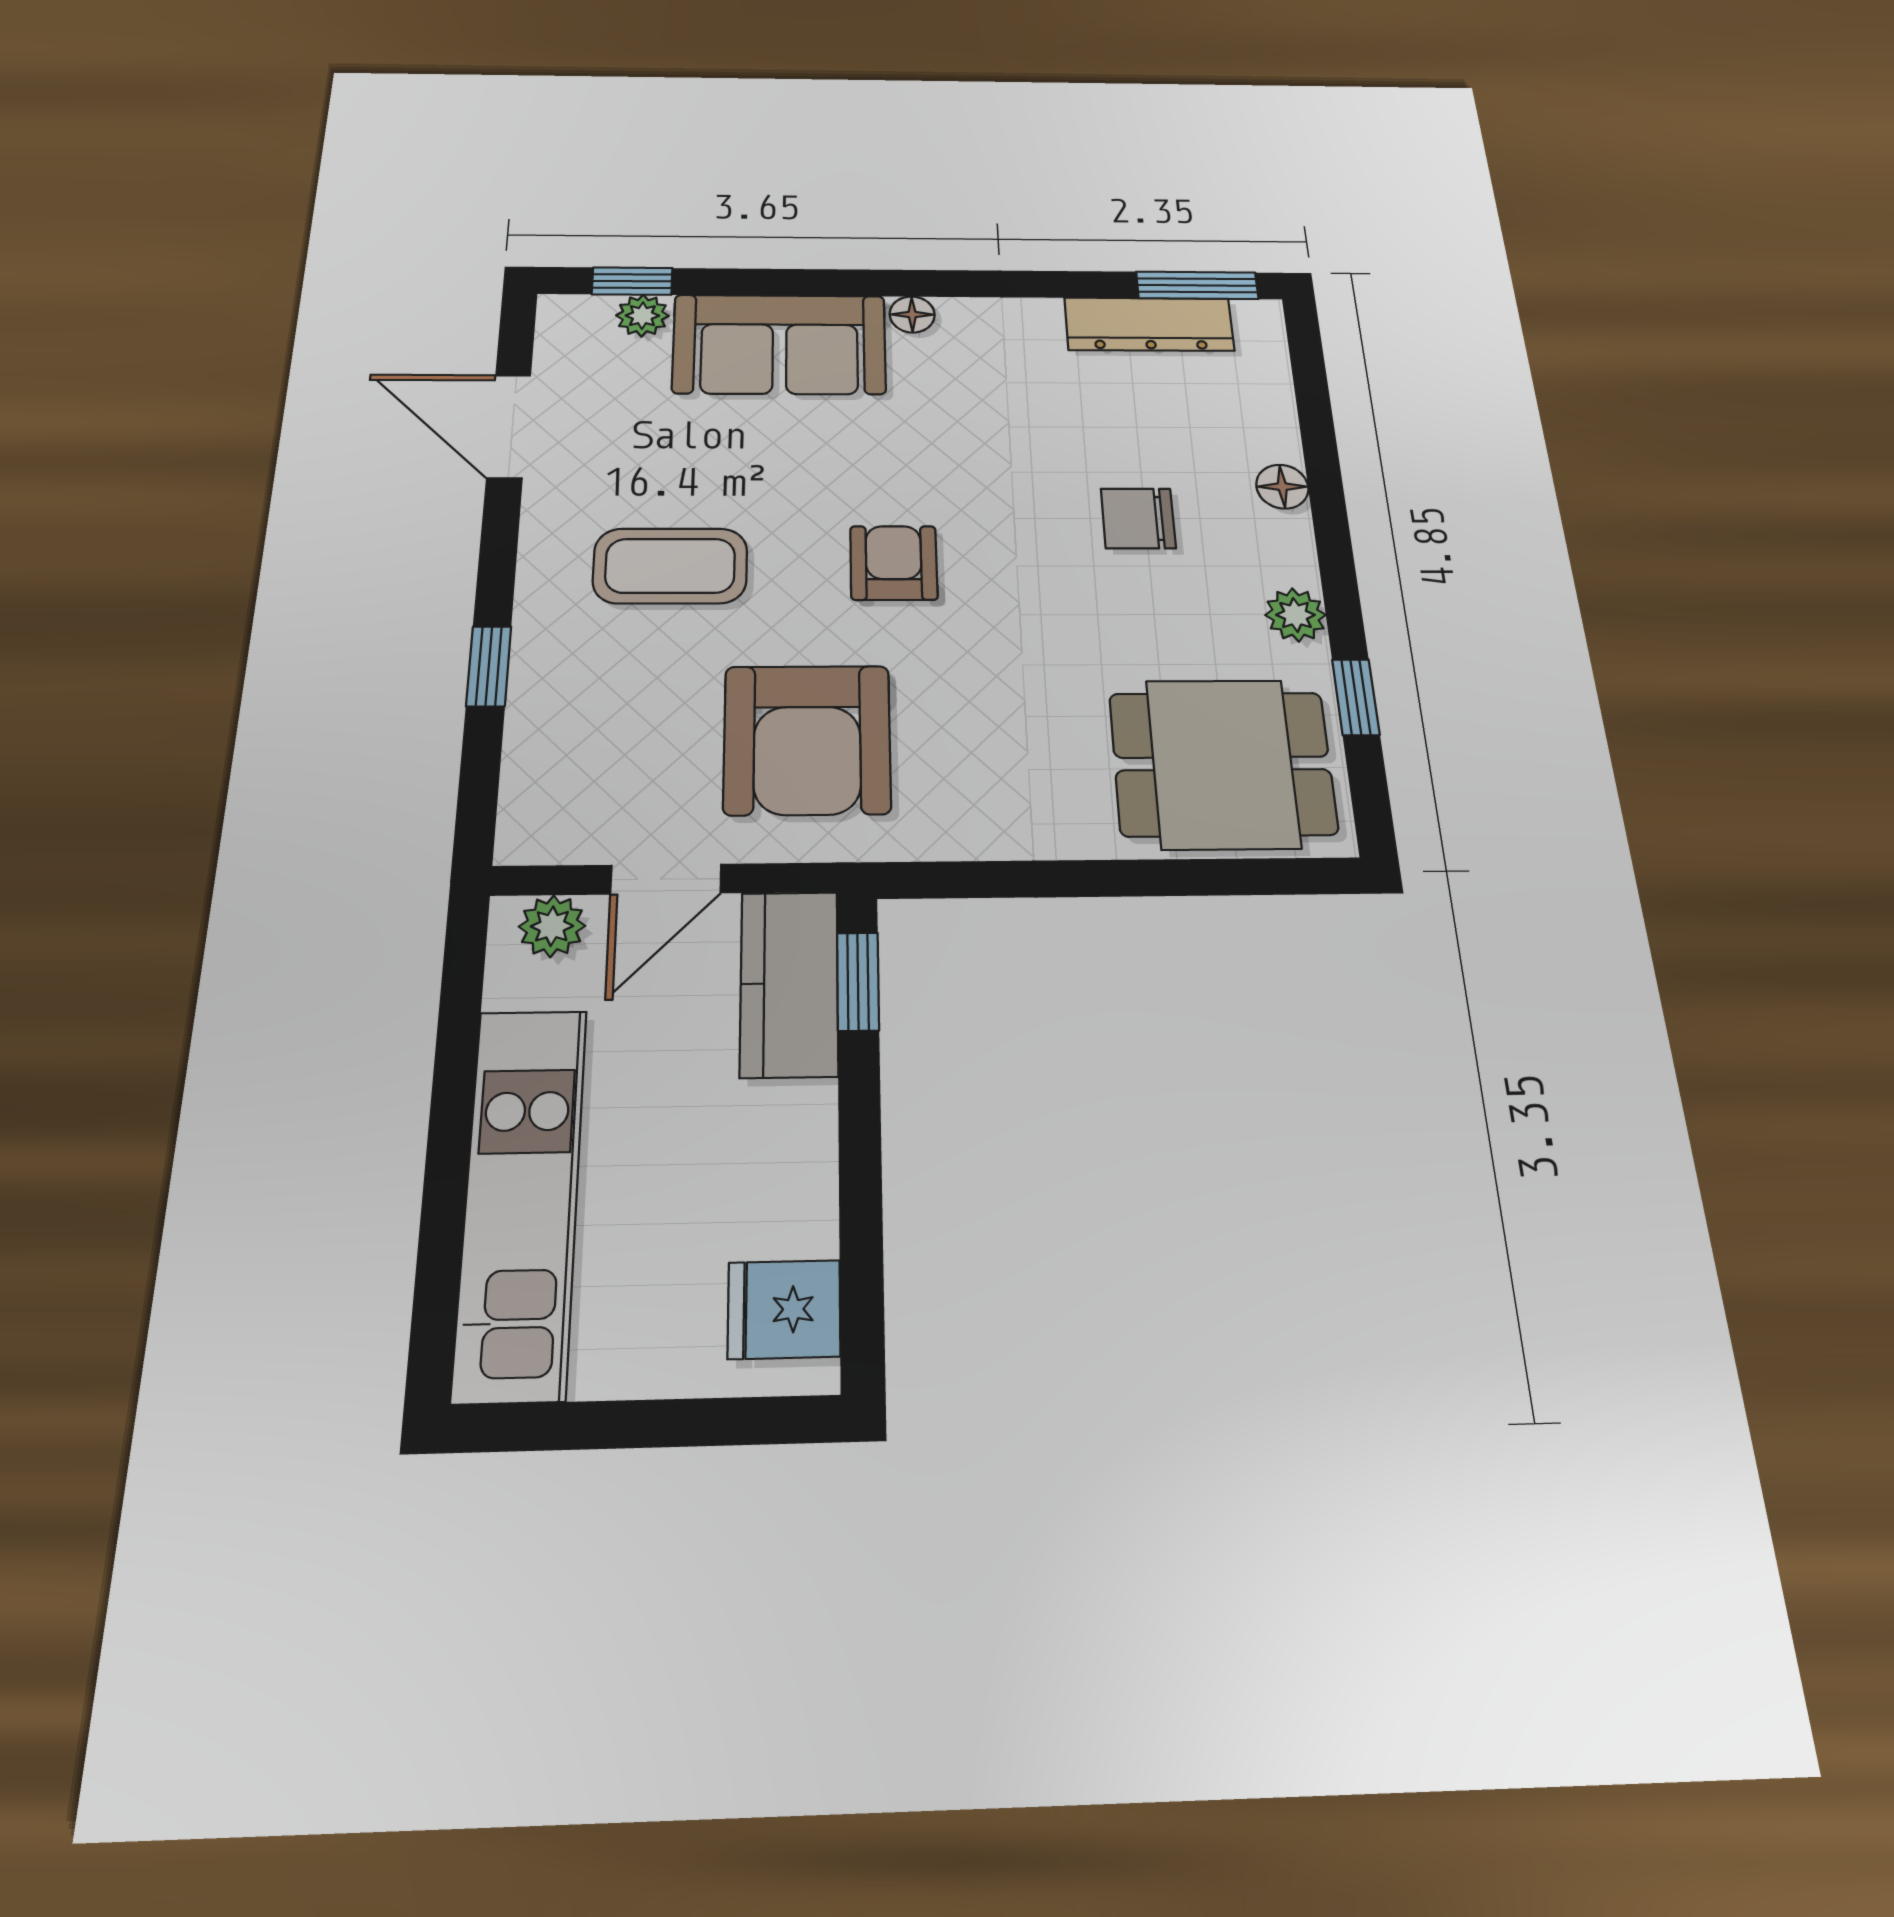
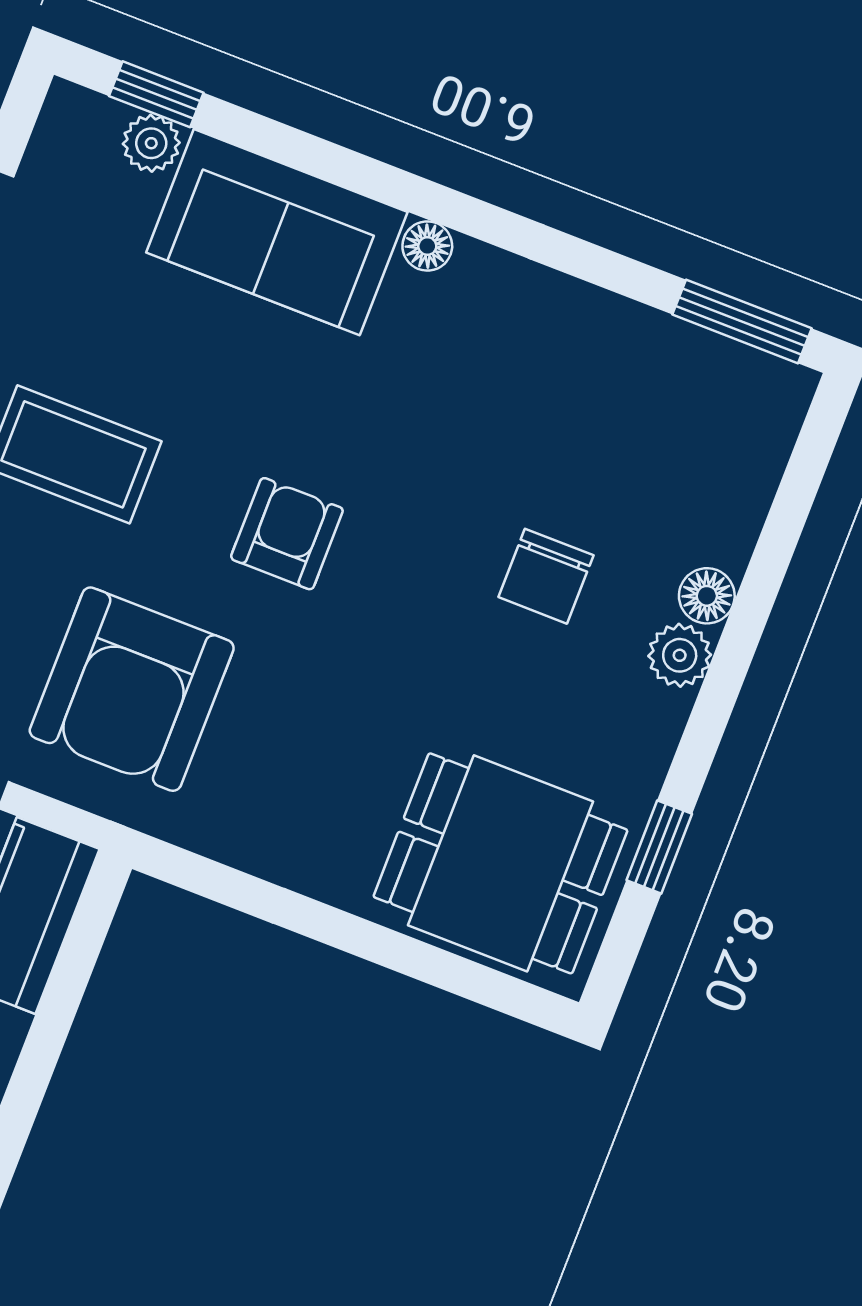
dresser: (1149, 324) -> (667, 351), removed
chair: (1138, 518) -> (546, 576), turned -90
plant: (1295, 615) -> (680, 655), moved
window: (858, 981) -> (85, 937), removed

